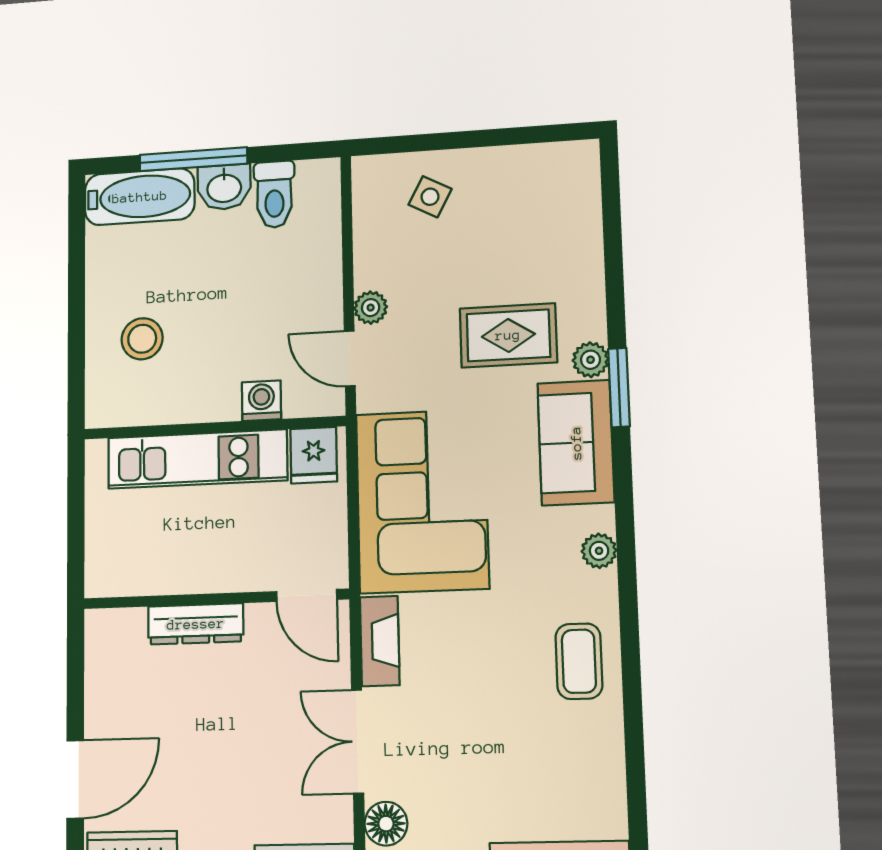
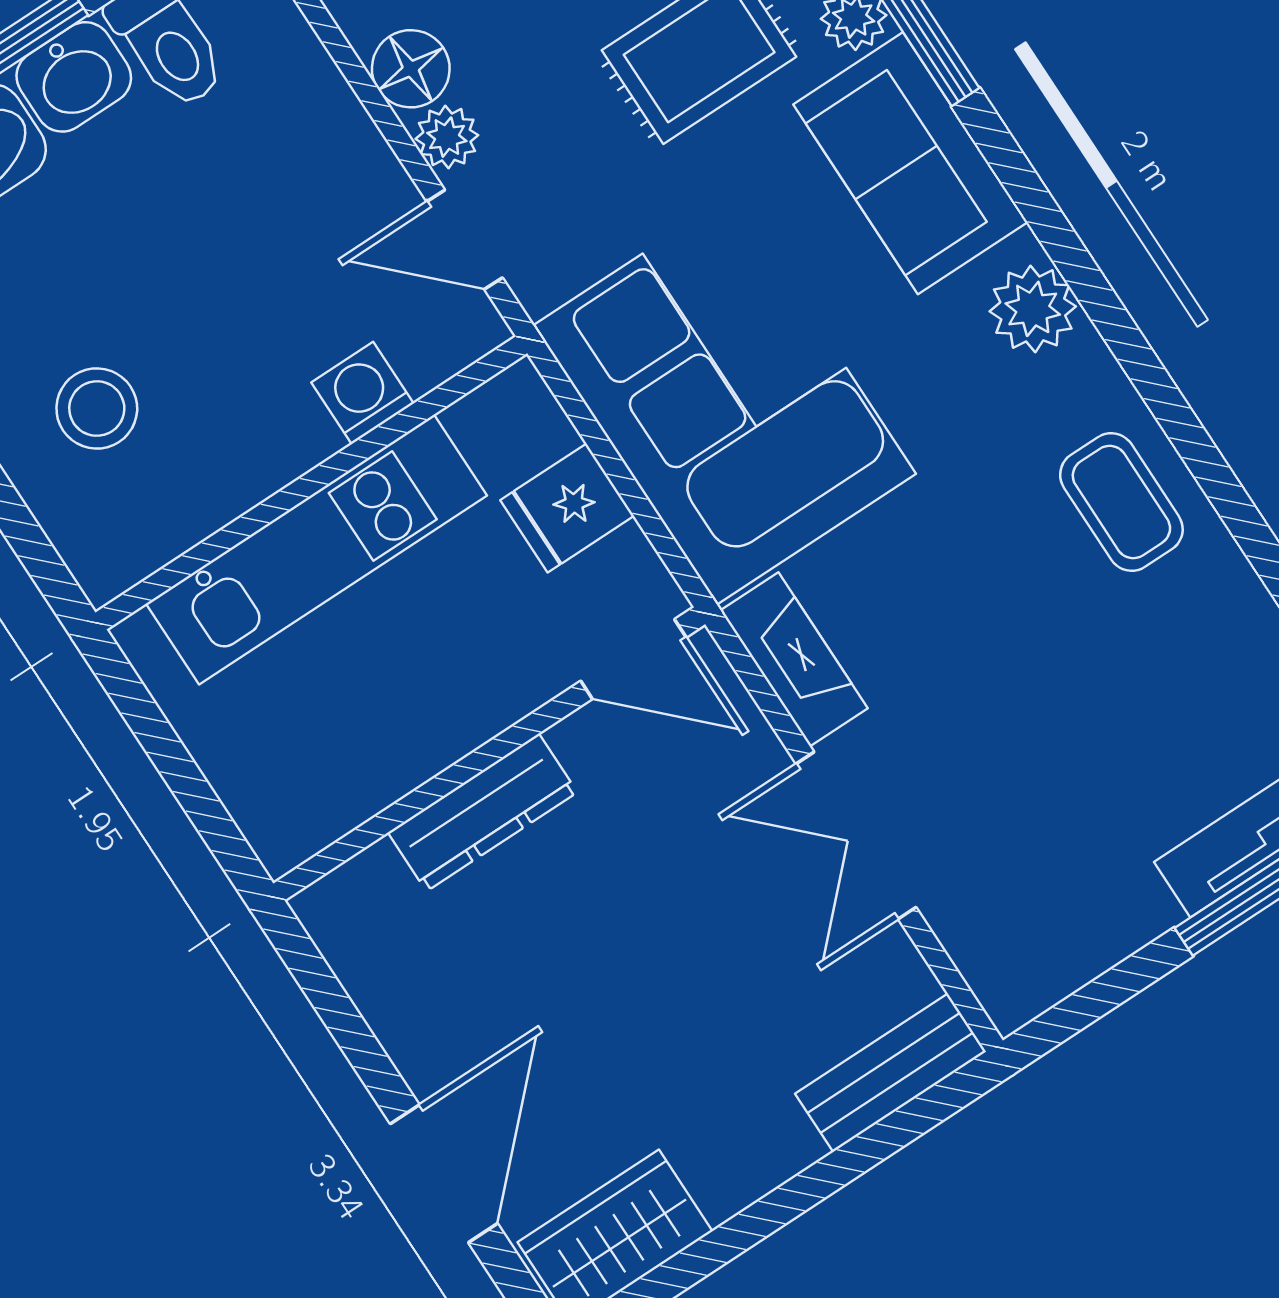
fridge: (314, 455) -> (567, 508), moved, turned 90
plant: (599, 551) -> (1033, 309), width x1.38, depth x1.38
floor lamp: (386, 824) -> (411, 69), moved

